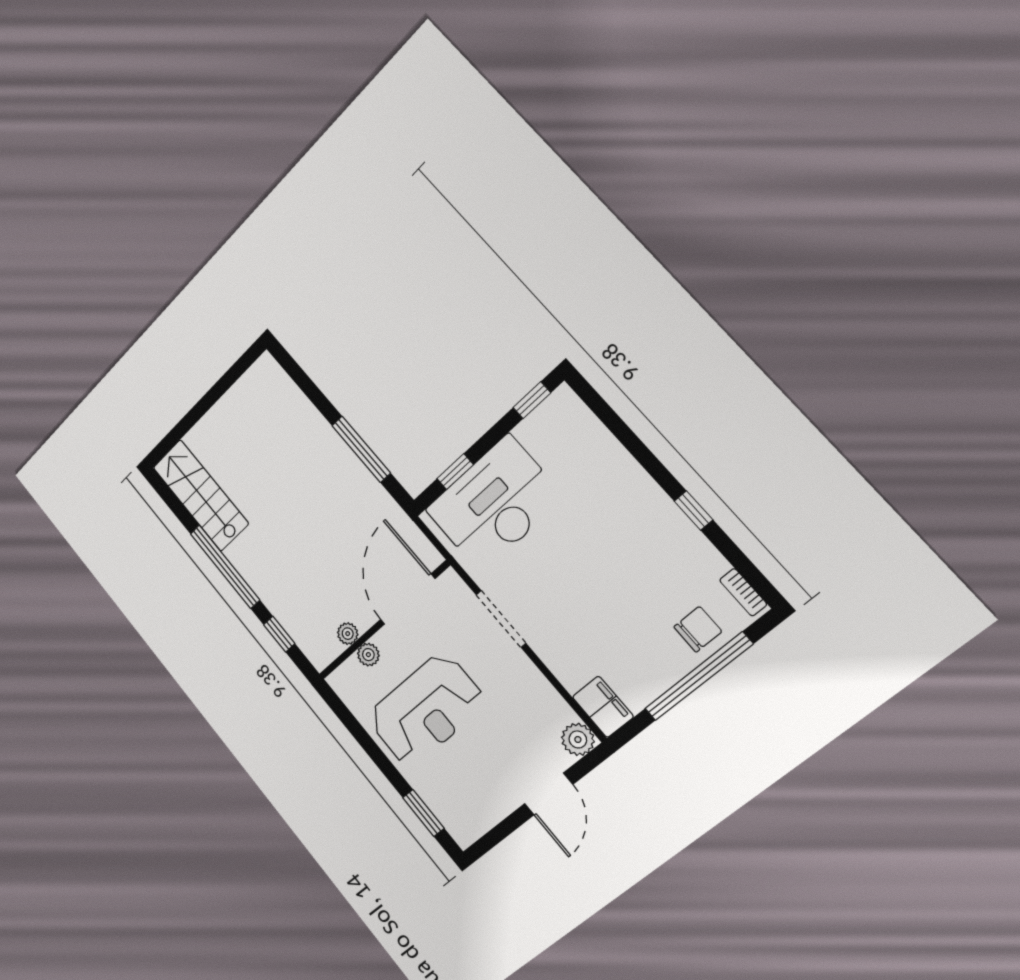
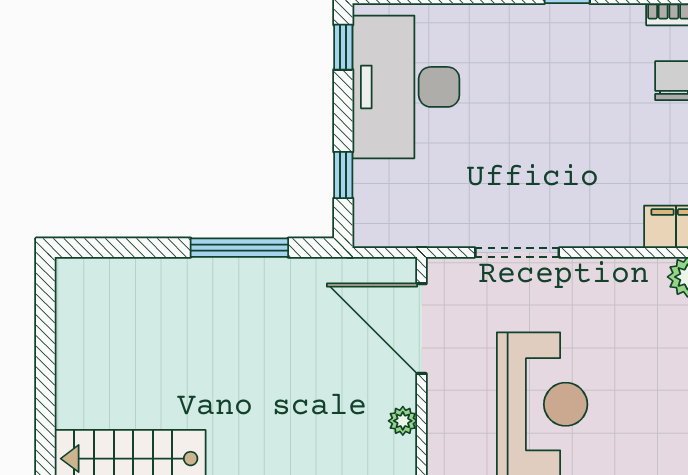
desk: (494, 504) -> (406, 87), moved
plant: (368, 655) -> (441, 417), removed

